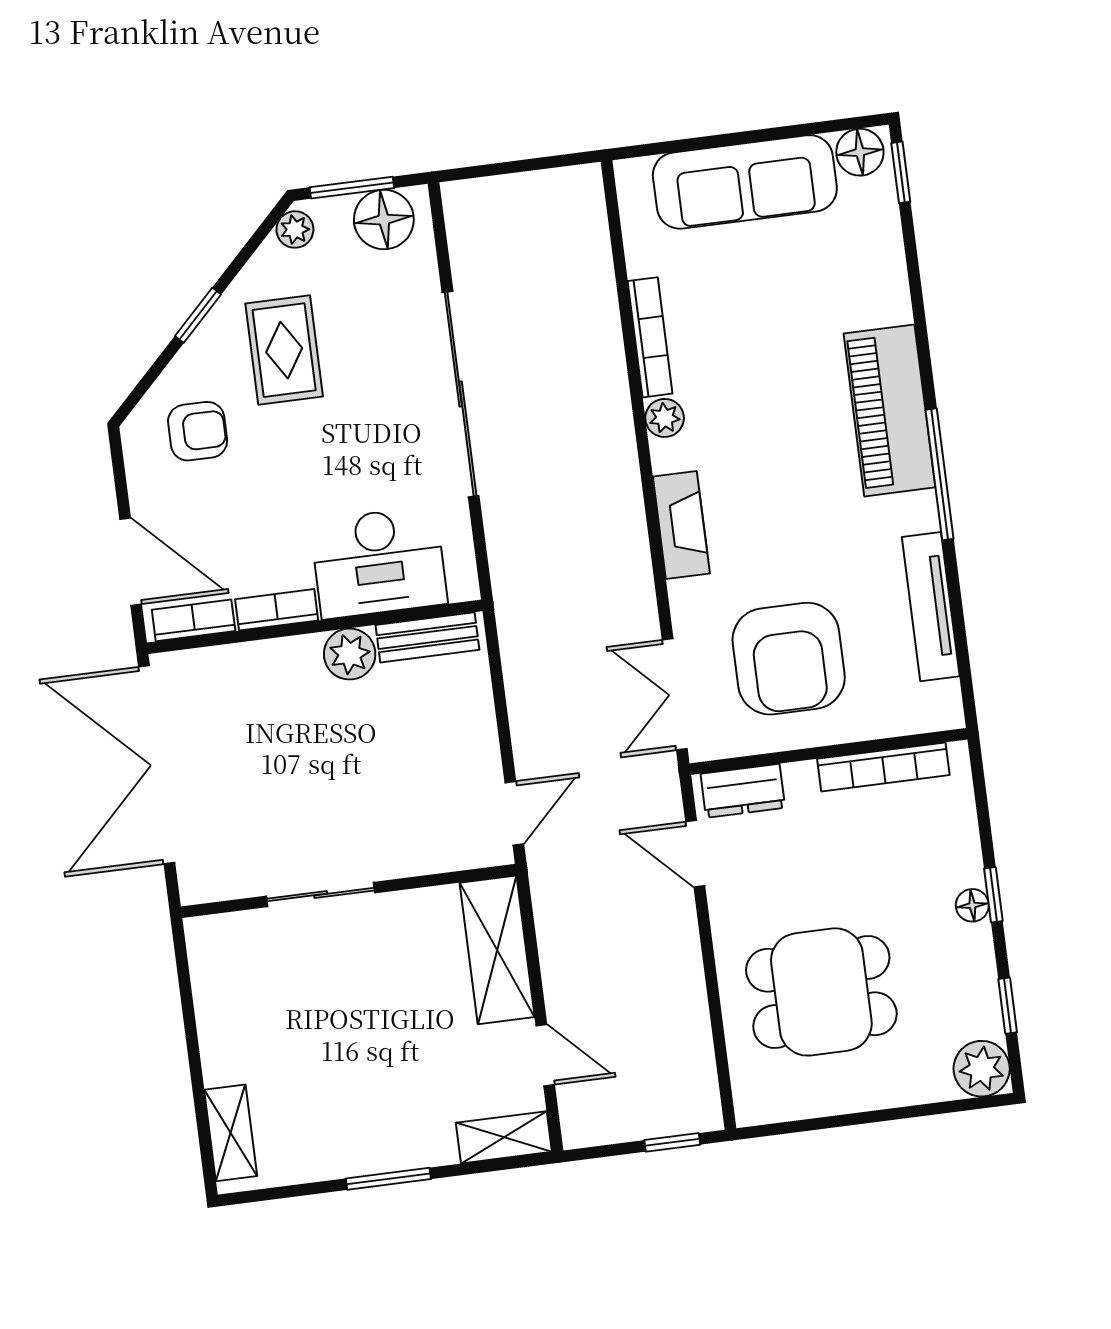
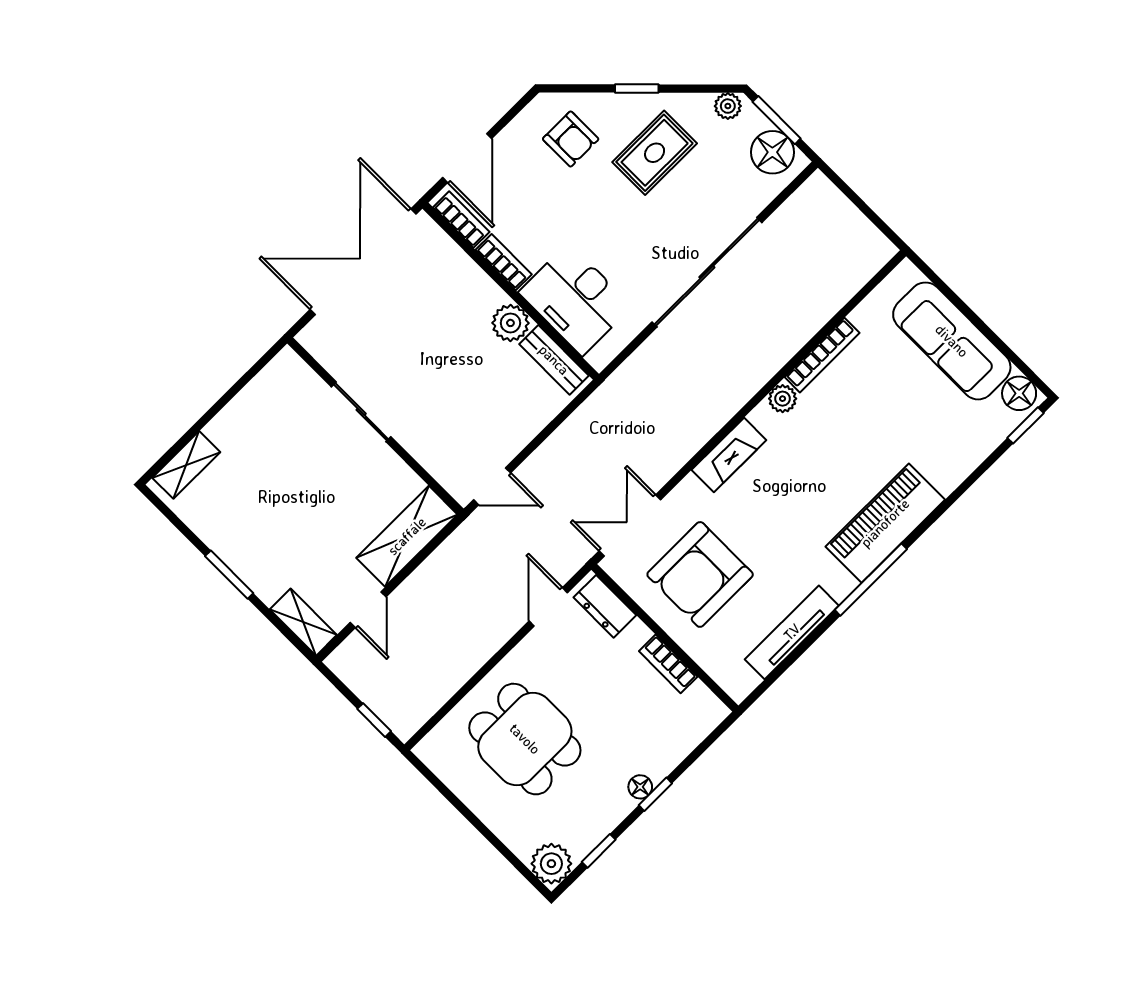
bookcase: (883, 767) -> (668, 664), width x0.64

